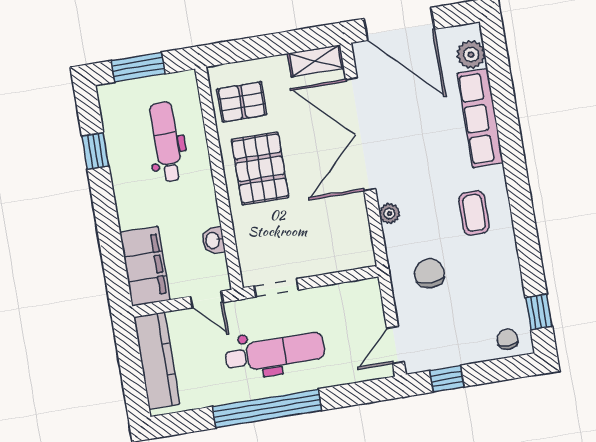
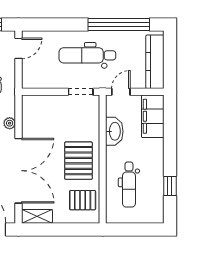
window: (138, 67) -> (138, 229), removed
washbasin: (213, 240) -> (114, 131), width x1.91, depth x1.45
door: (207, 299) -> (121, 92), hinge flipped
window: (267, 409) -> (119, 24), moved

